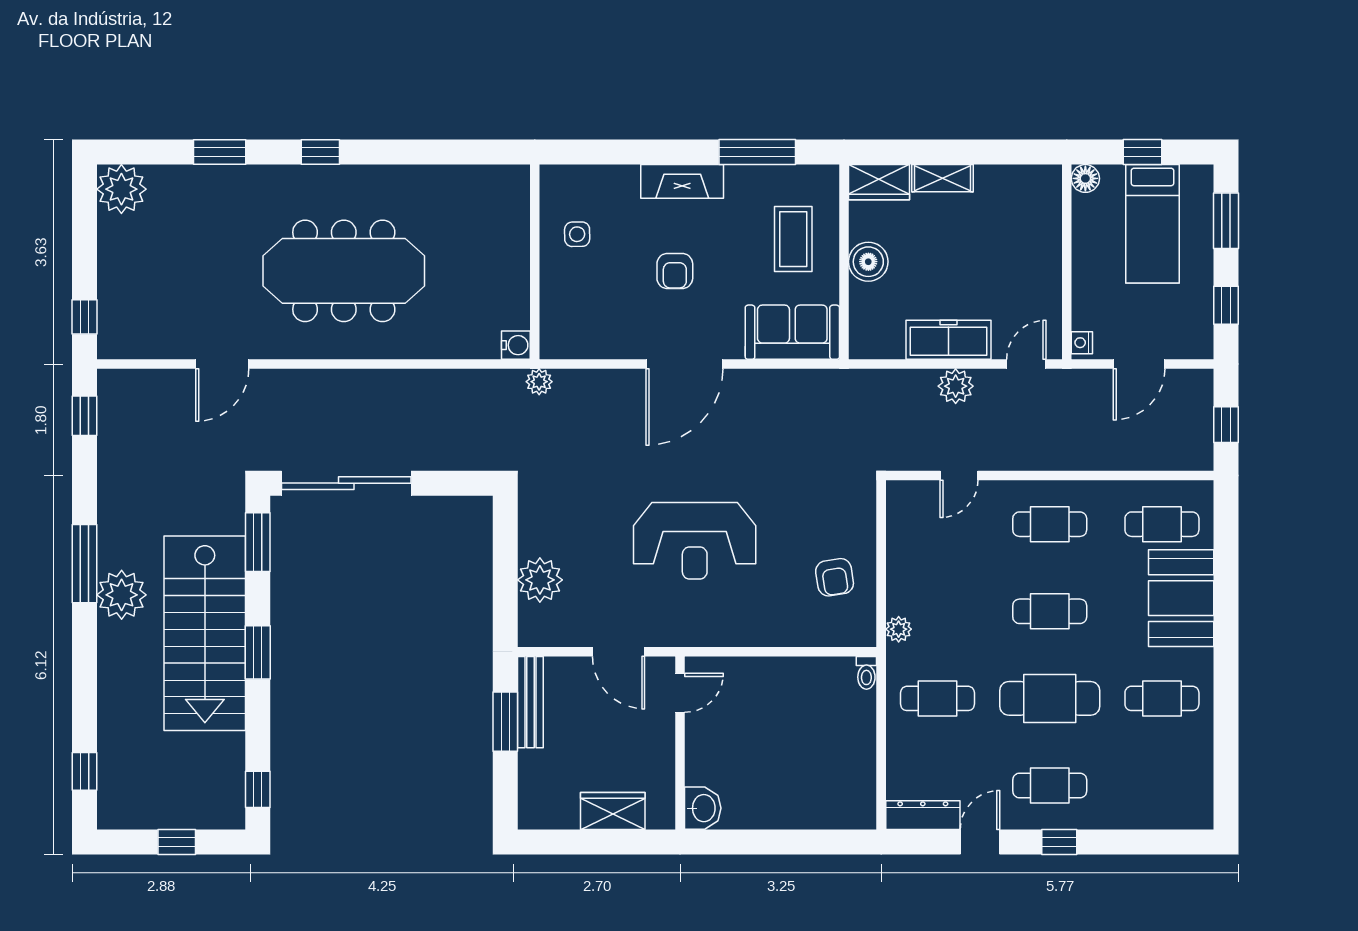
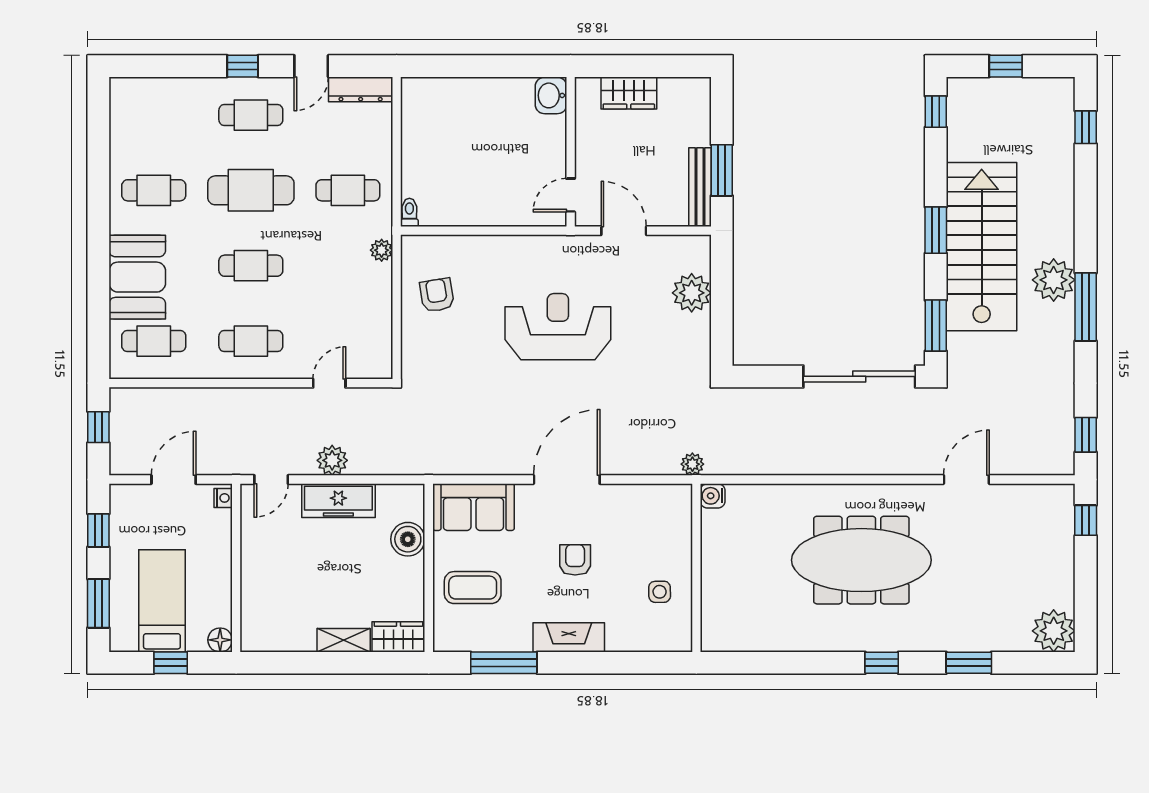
coffee table: (793, 239) -> (473, 588), turned 90
boiler: (868, 262) -> (408, 539), moved

